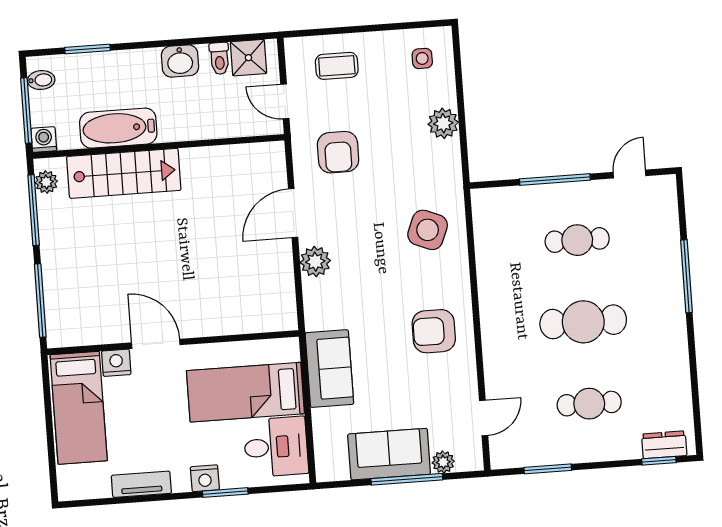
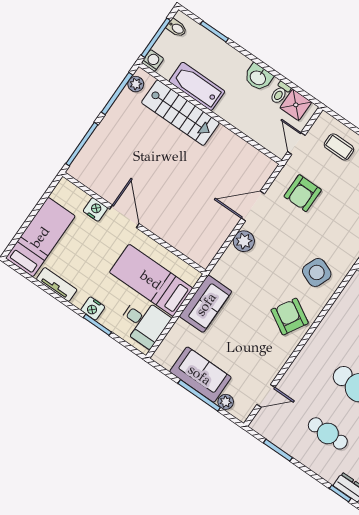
armchair: (434, 331) -> (290, 317), moved, turned 30
bed: (79, 408) -> (40, 237), moved, turned 180

